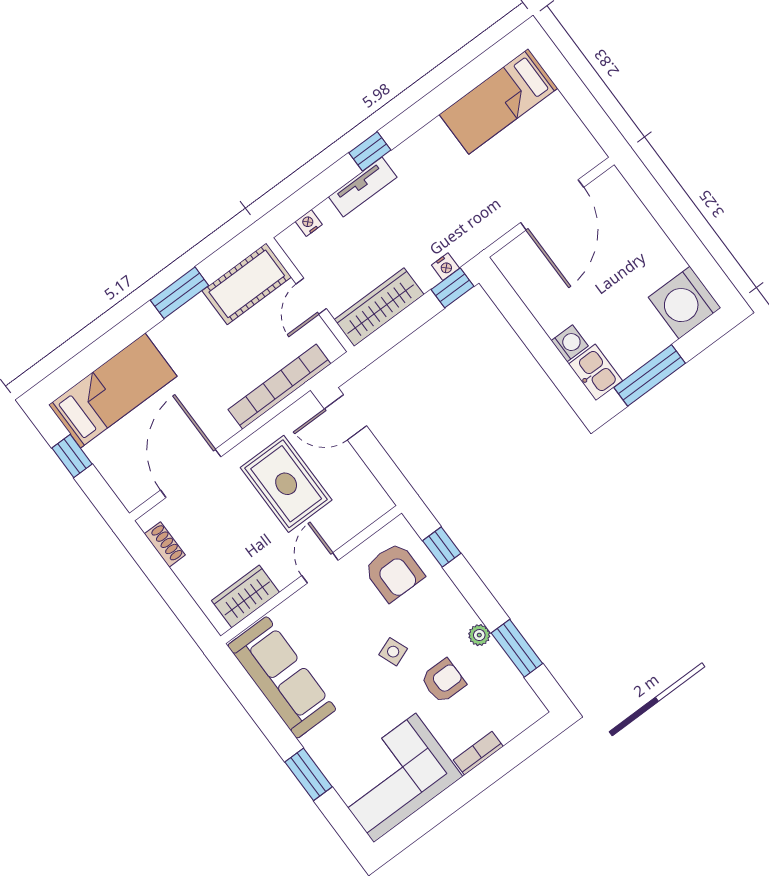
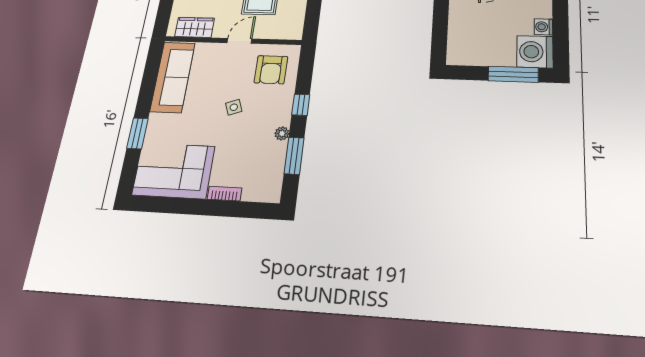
washing machine: (570, 343) -> (543, 27), moved, turned 180
kitchen sink: (595, 372) -> (458, 51), removed
window: (650, 375) -> (513, 74), moved
window: (442, 547) -> (301, 105), moved
armchair: (443, 681) -> (243, 142), removed

